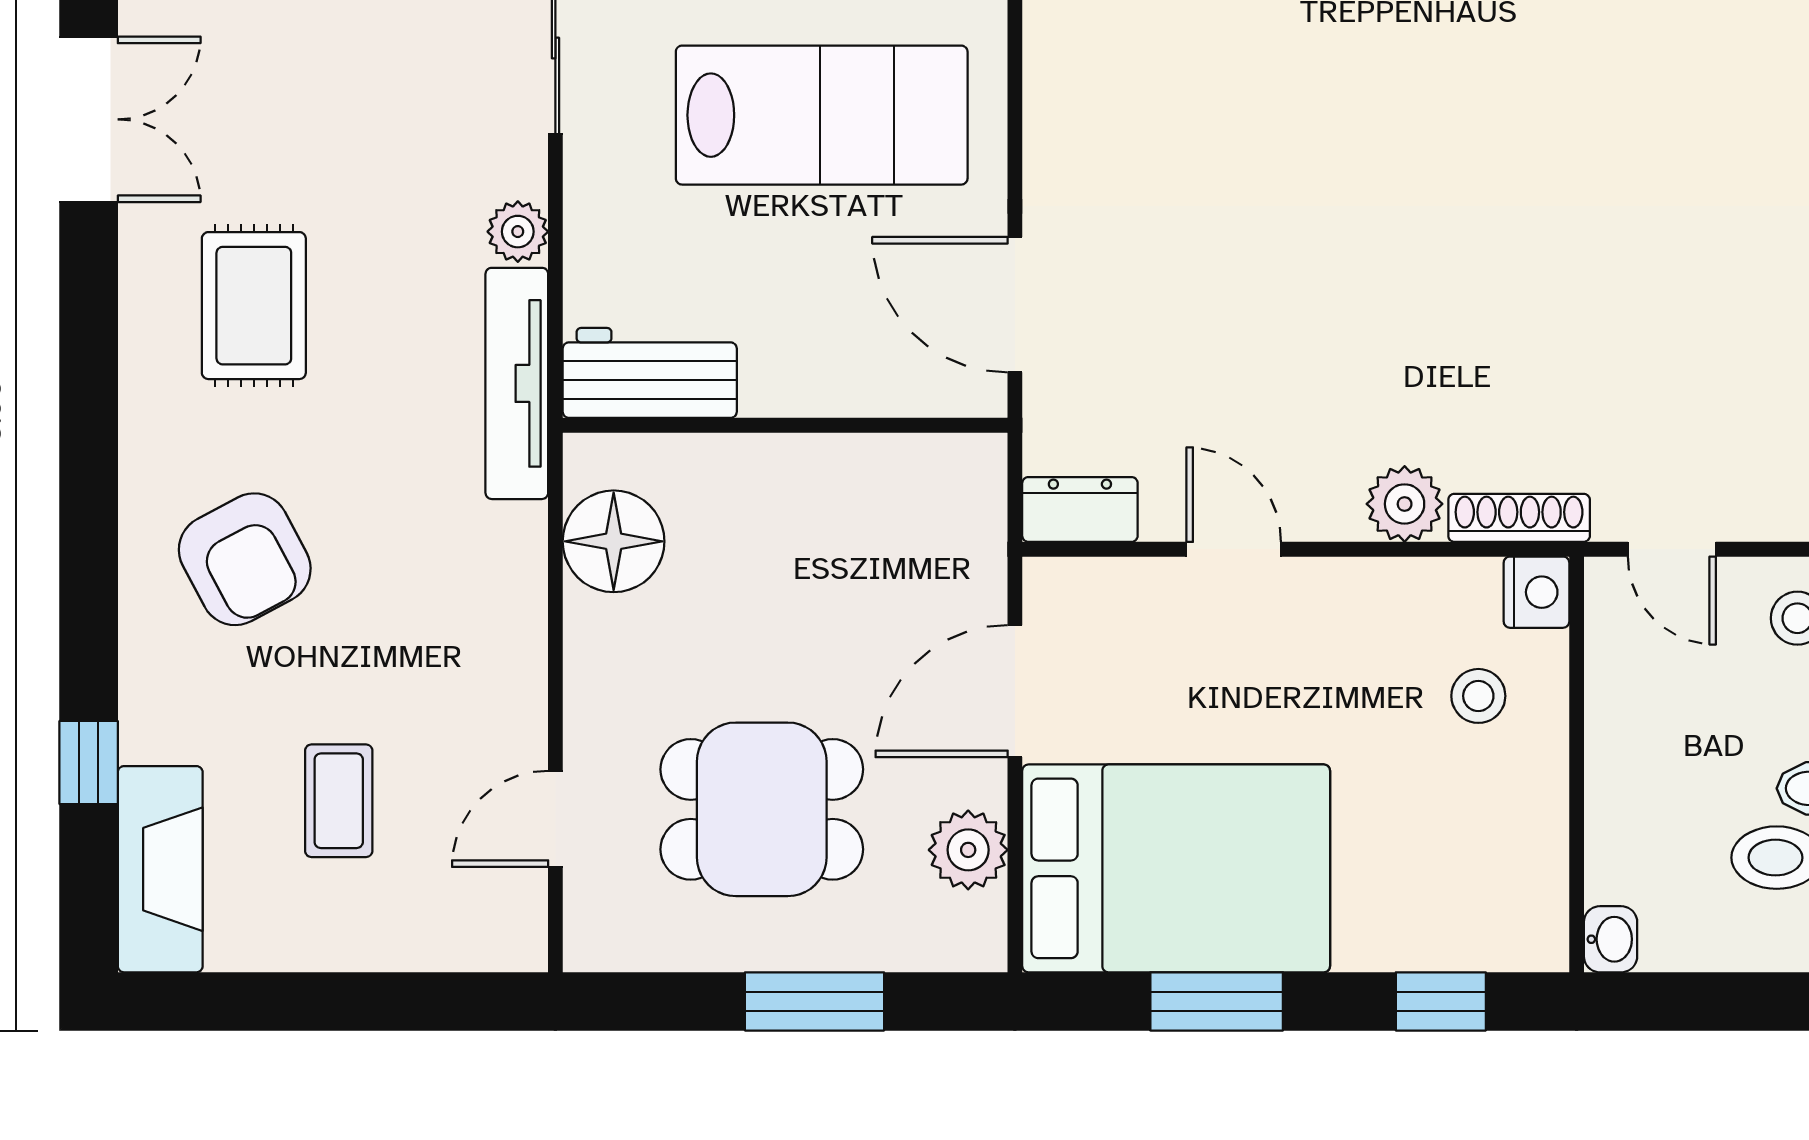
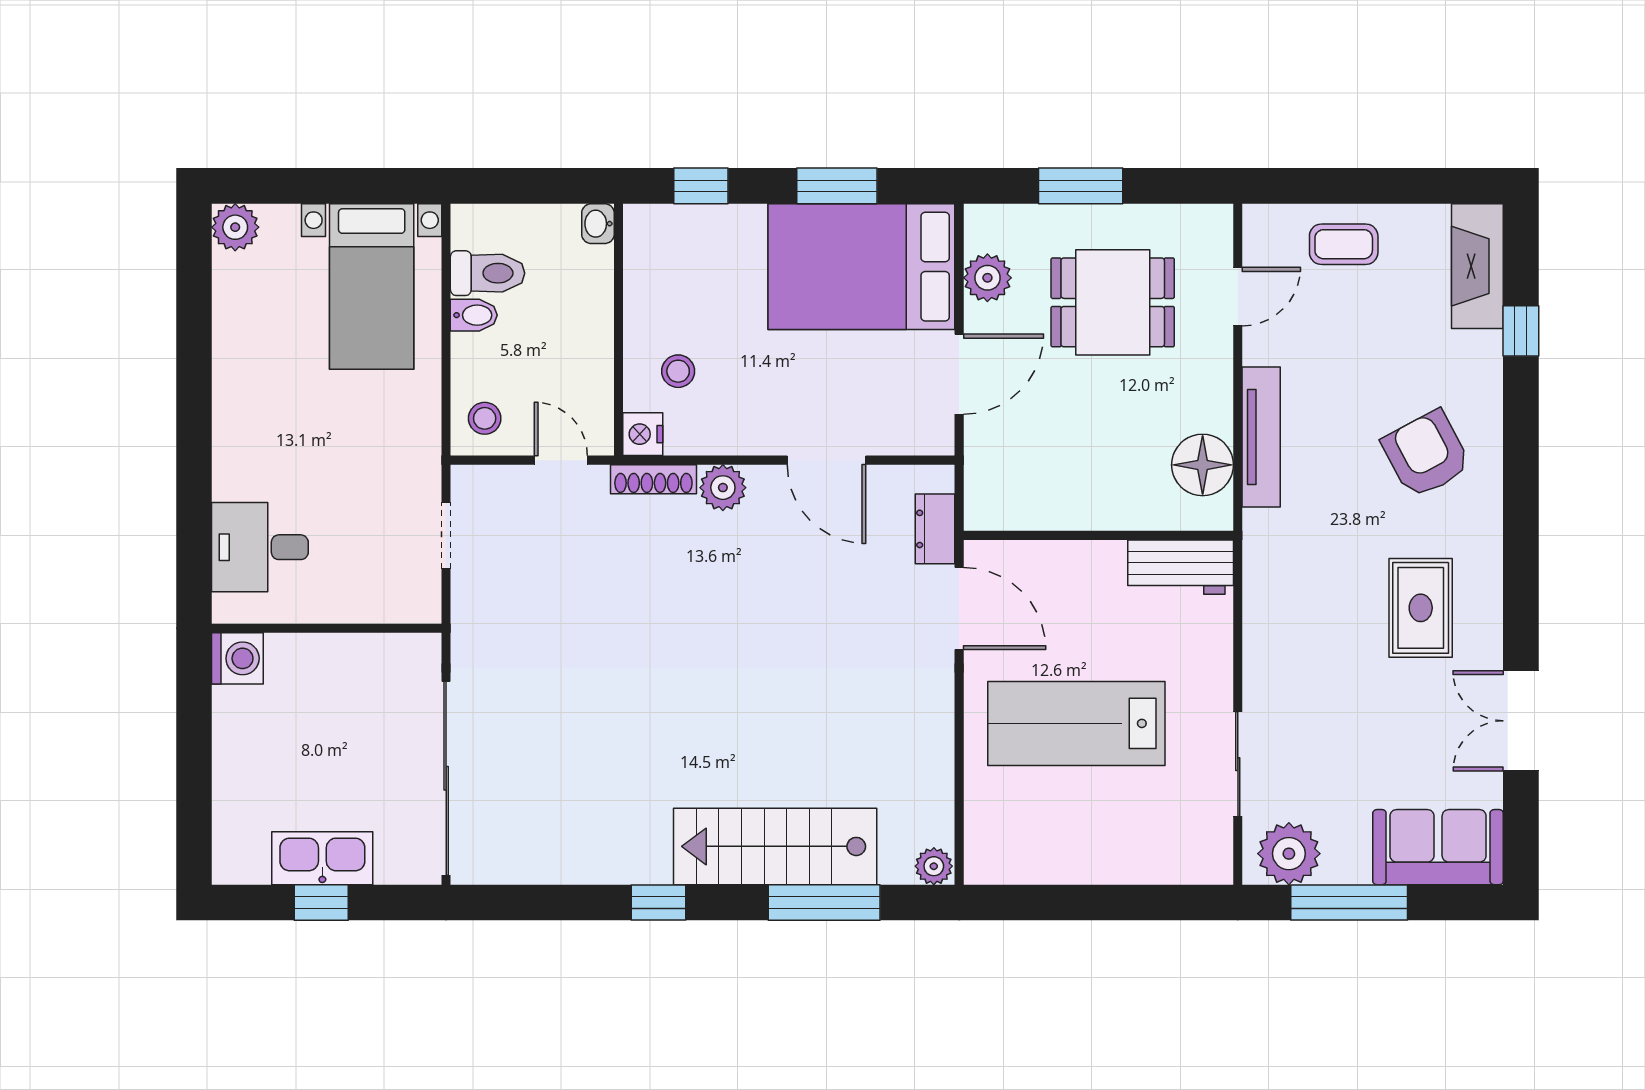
plant: (518, 232) -> (1261, 653), removed
tv unit: (517, 383) -> (1261, 437), moved
dresser: (1080, 509) -> (935, 529), moved, turned 90
door: (1234, 549) -> (826, 460), width x1.37
coffee table: (339, 801) -> (1344, 244), moved, turned 90

